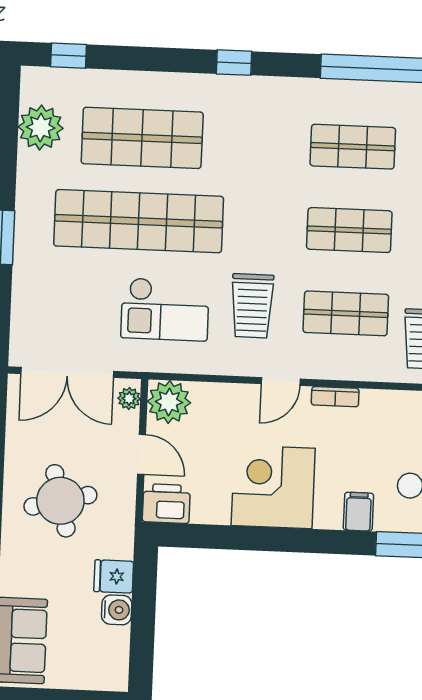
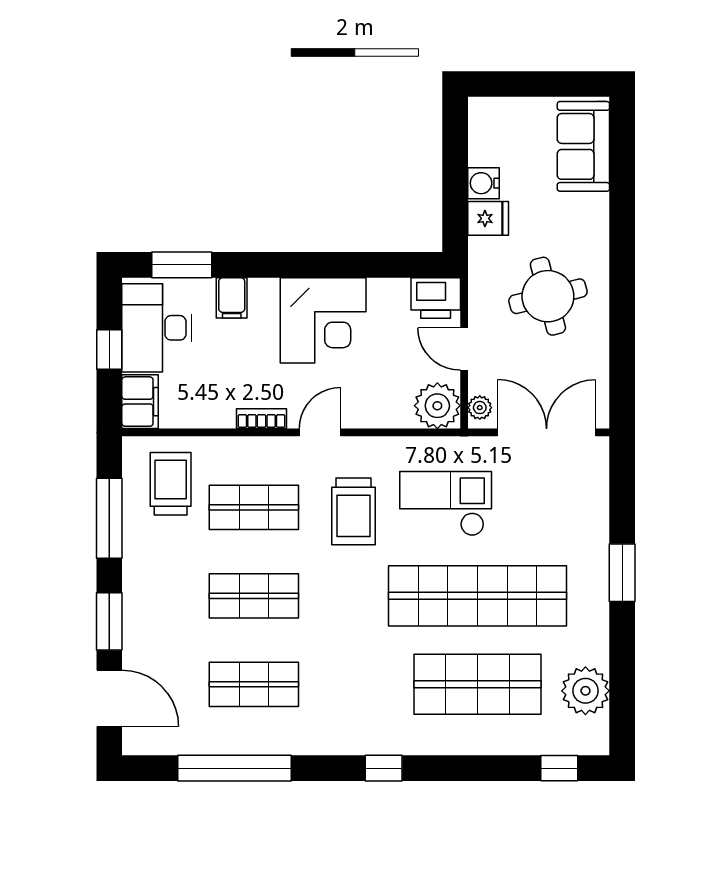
trolley: (252, 306) -> (354, 511), turned 180

